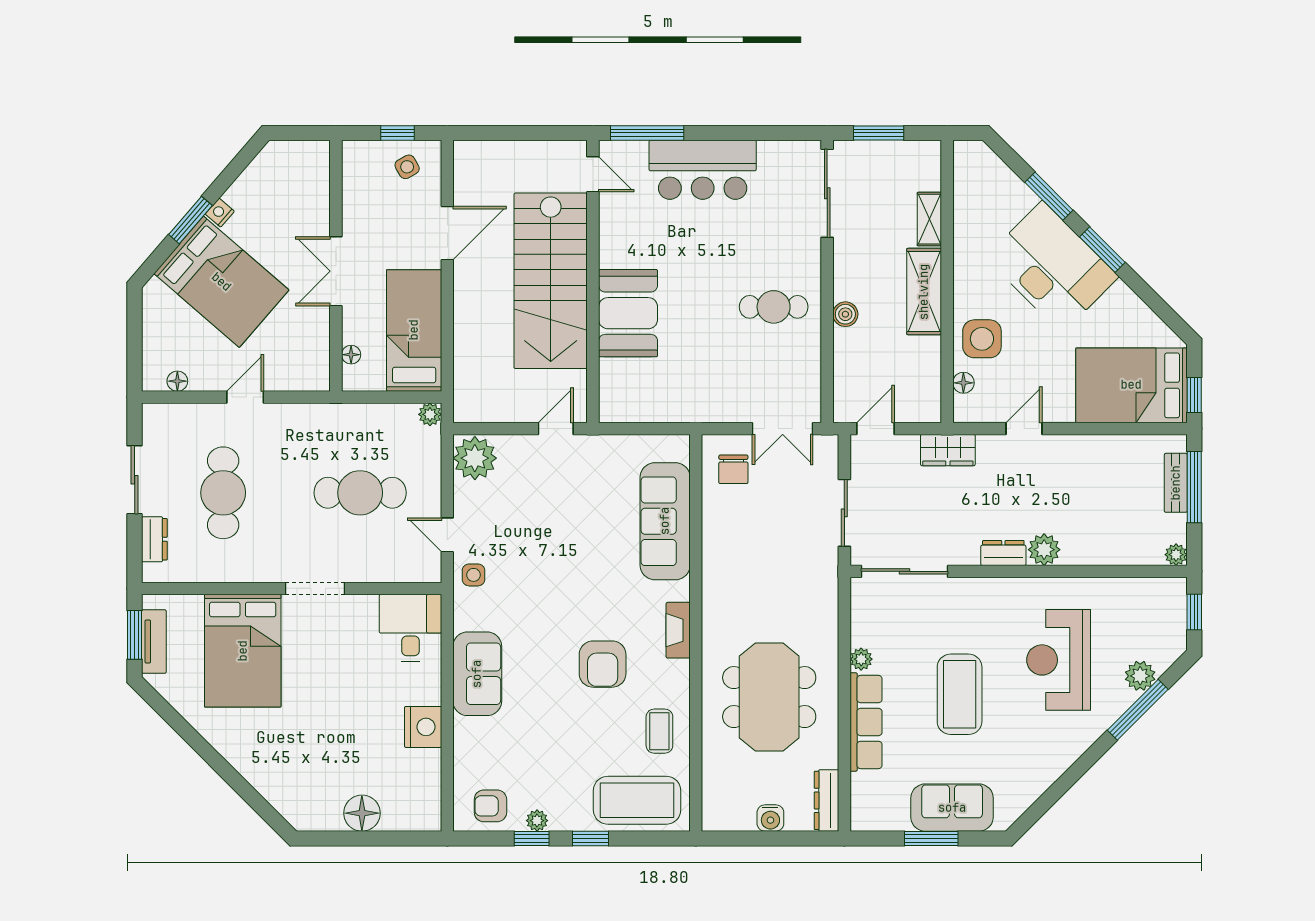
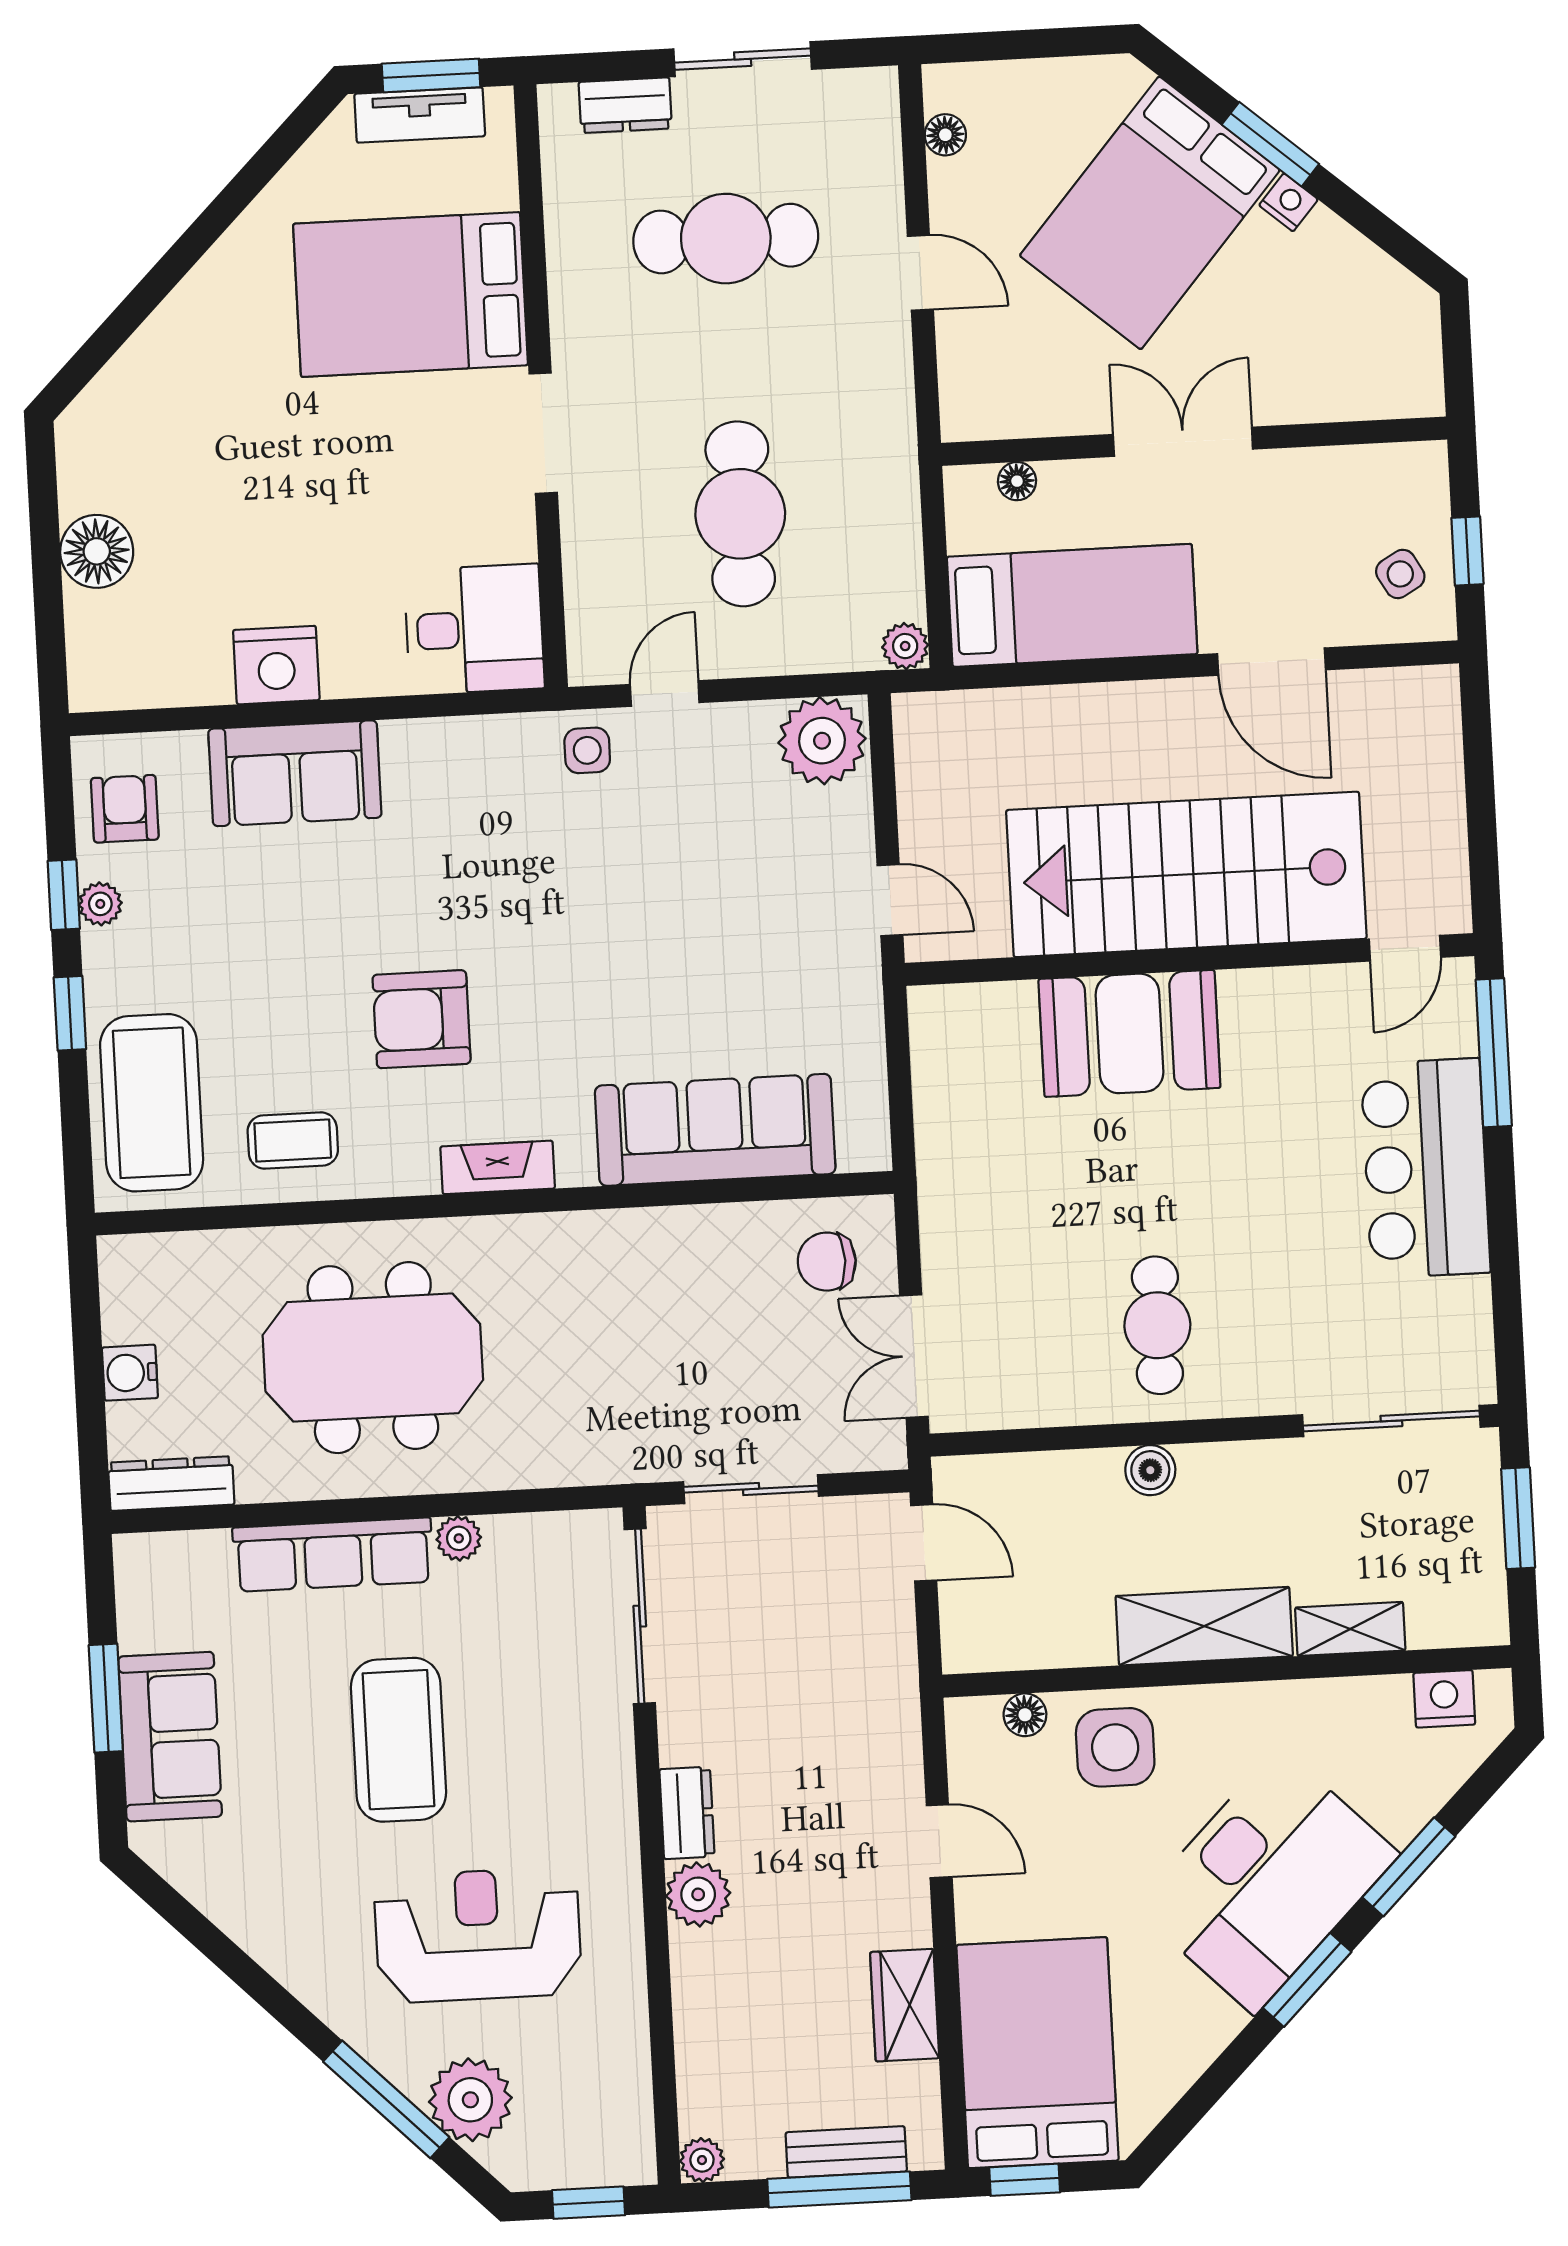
nightstand: (966, 174) -> (1444, 1699), added
wardrobe: (948, 450) -> (905, 2005), moved
sofa: (477, 674) -> (295, 773), moved
plant: (1140, 676) -> (470, 2100), width x1.36, depth x1.36
coffee table: (960, 694) -> (399, 1740), turned 90

